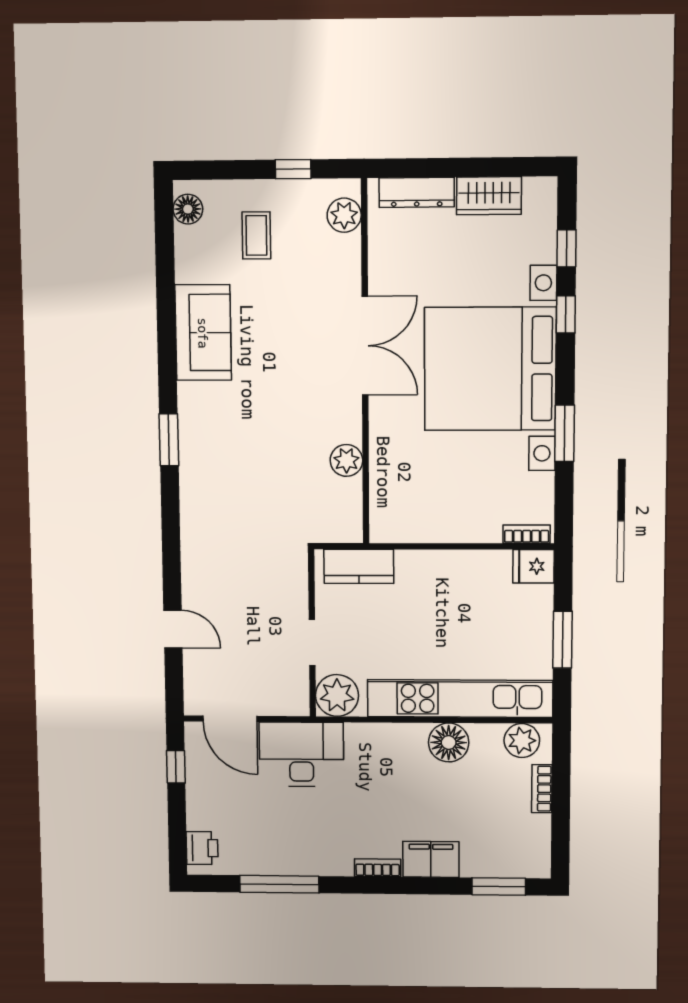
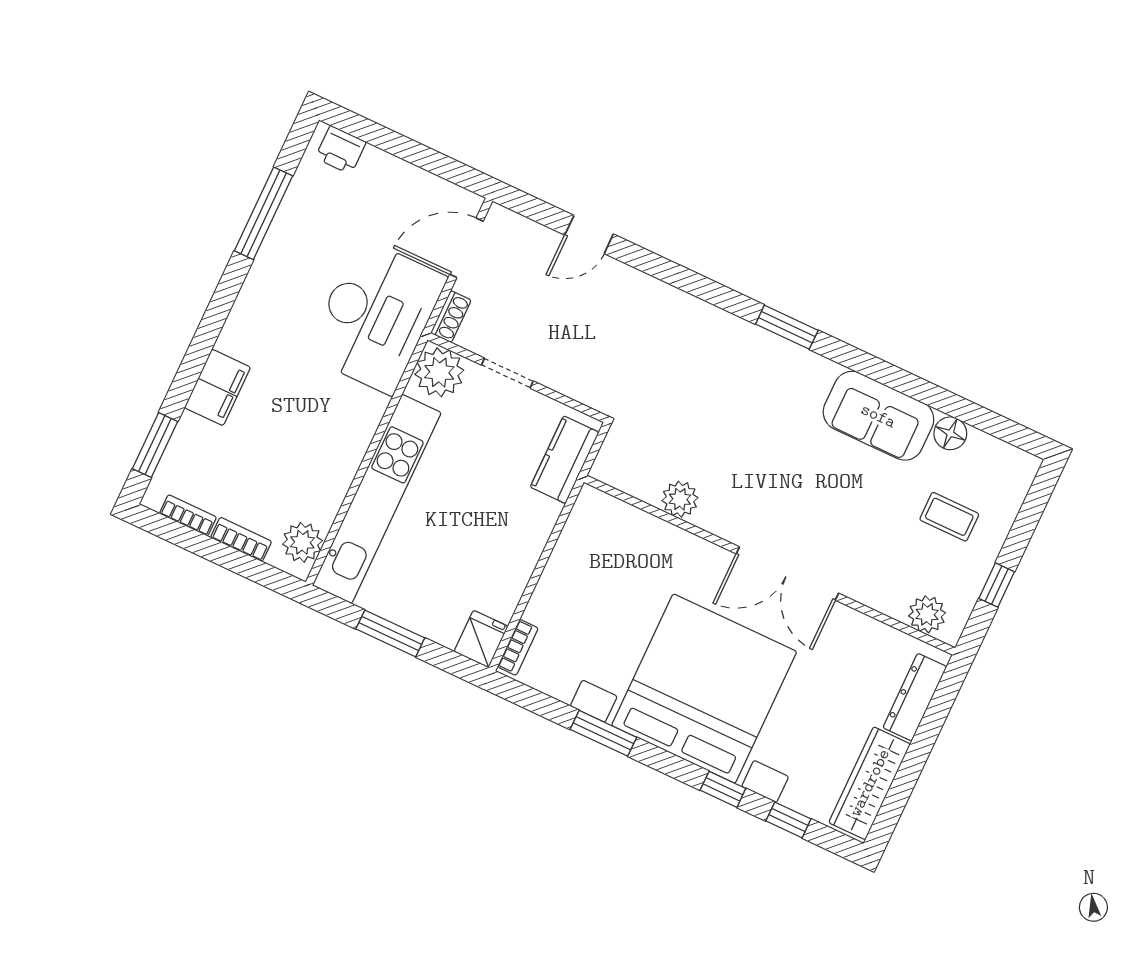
wardrobe: (489, 196) -> (870, 783), width x1.50
floor lamp: (188, 209) -> (950, 433), moved
shoe rack: (289, 706) -> (451, 317), added
floor lamp: (449, 743) -> (335, 465), removed
desk: (302, 754) -> (376, 316), width x1.36, depth x1.30
window: (176, 767) -> (441, 165), removed
bookcase: (378, 868) -> (188, 515), moved, turned -90

